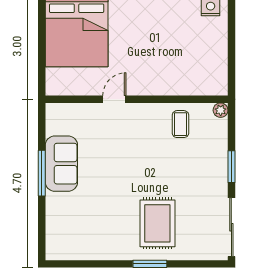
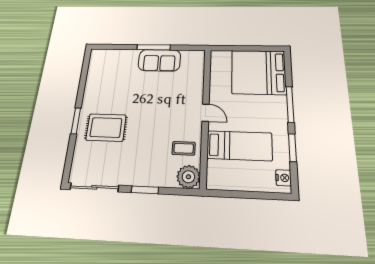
bed: (175, 57) -> (239, 146), added
door: (114, 99) -> (206, 113), moved
plant: (221, 110) -> (188, 177), width x1.87, depth x1.87

